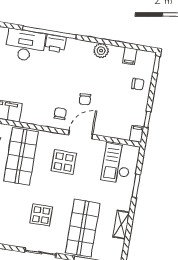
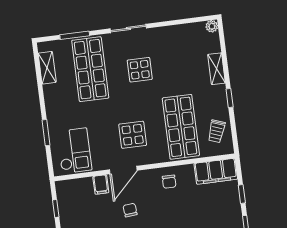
chair: (60, 114) -> (169, 182), moved
filing cabinet: (137, 134) -> (101, 185), moved
shelving: (121, 225) -> (47, 68), moved

